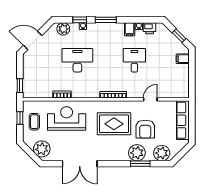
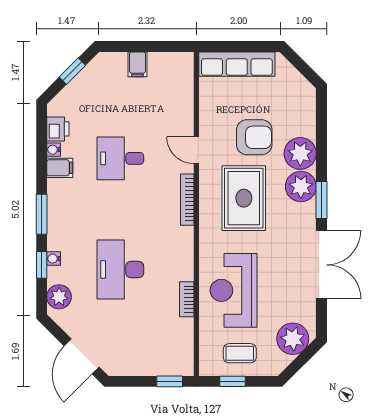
filing cabinet: (183, 59) -> (138, 64), moved
door: (150, 99) -> (196, 150), moved
plant: (162, 153) -> (301, 187), moved
window: (140, 164) -> (322, 200), moved

